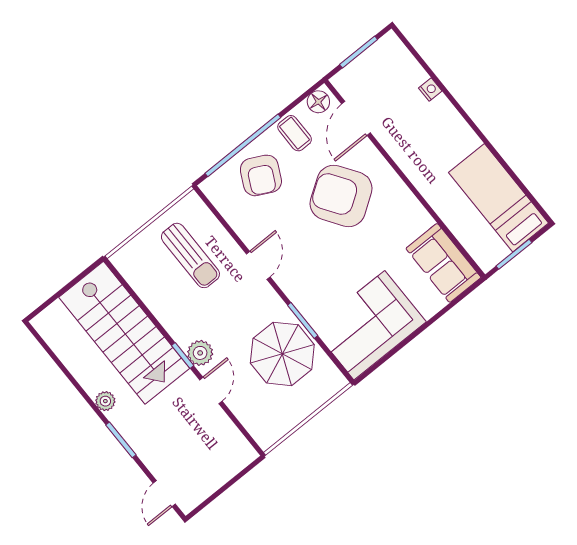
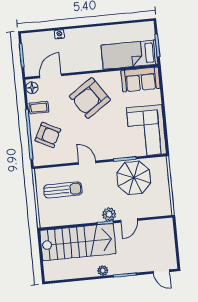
door: (356, 118) -> (50, 76), swing flipped
armchair: (341, 196) -> (90, 98), moved
bed: (499, 198) -> (129, 55), moved
door: (211, 390) -> (129, 220), swing flipped

